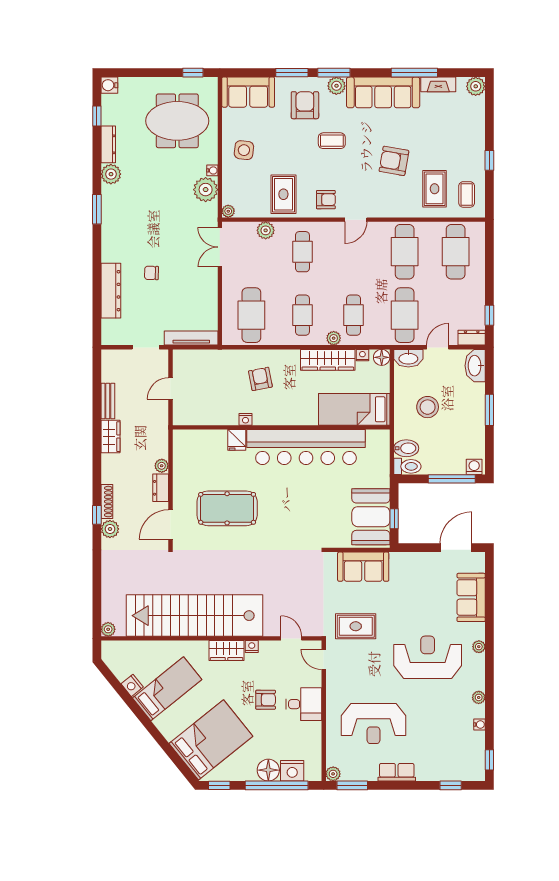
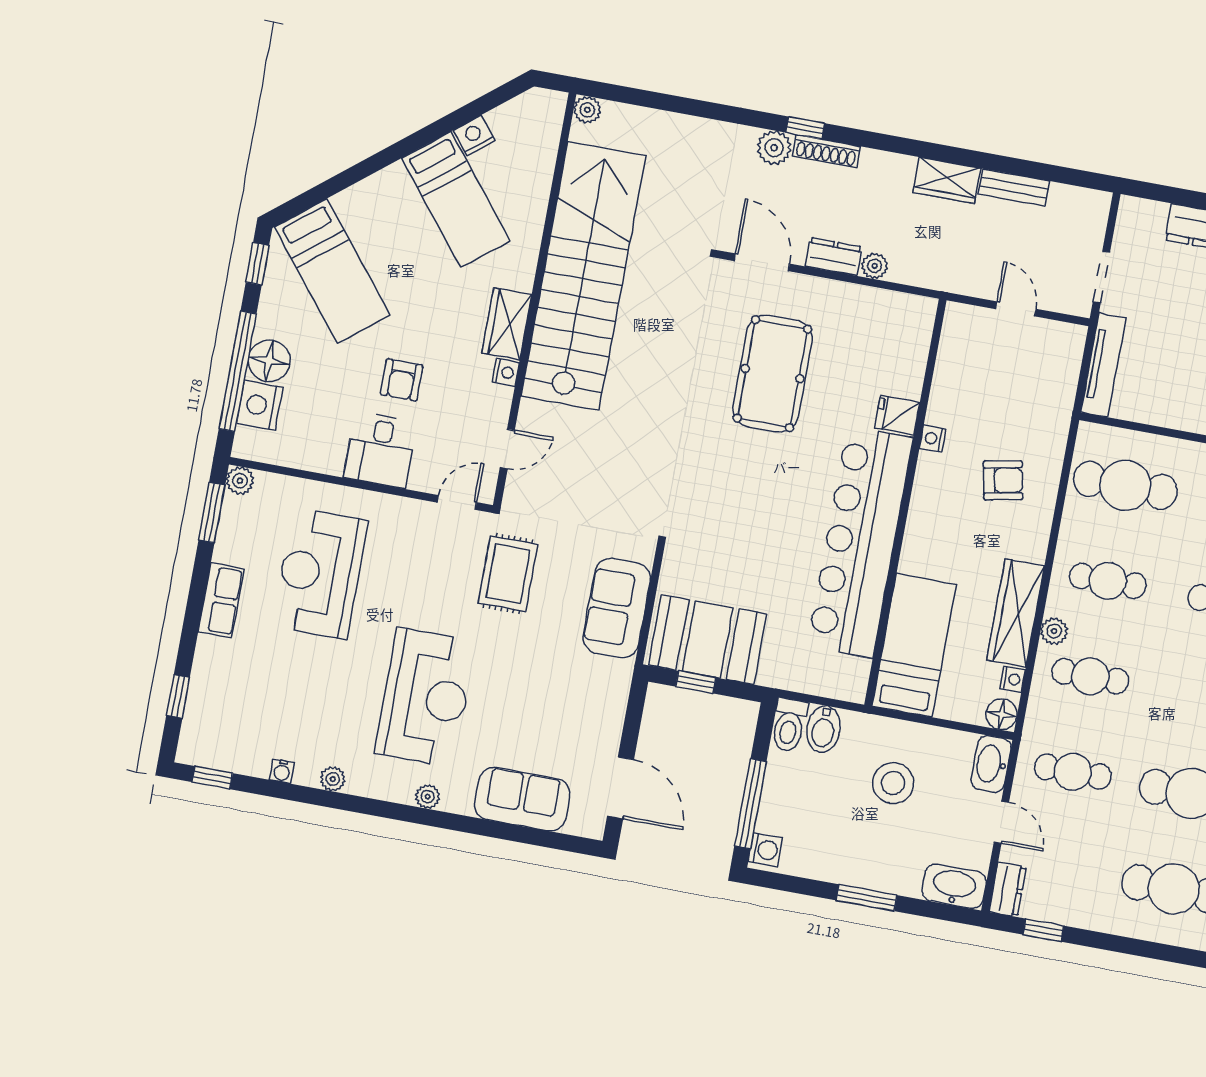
cafe table: (405, 315) -> (1073, 772), width x0.73, depth x0.74
bed: (211, 740) -> (332, 271), width x0.67

